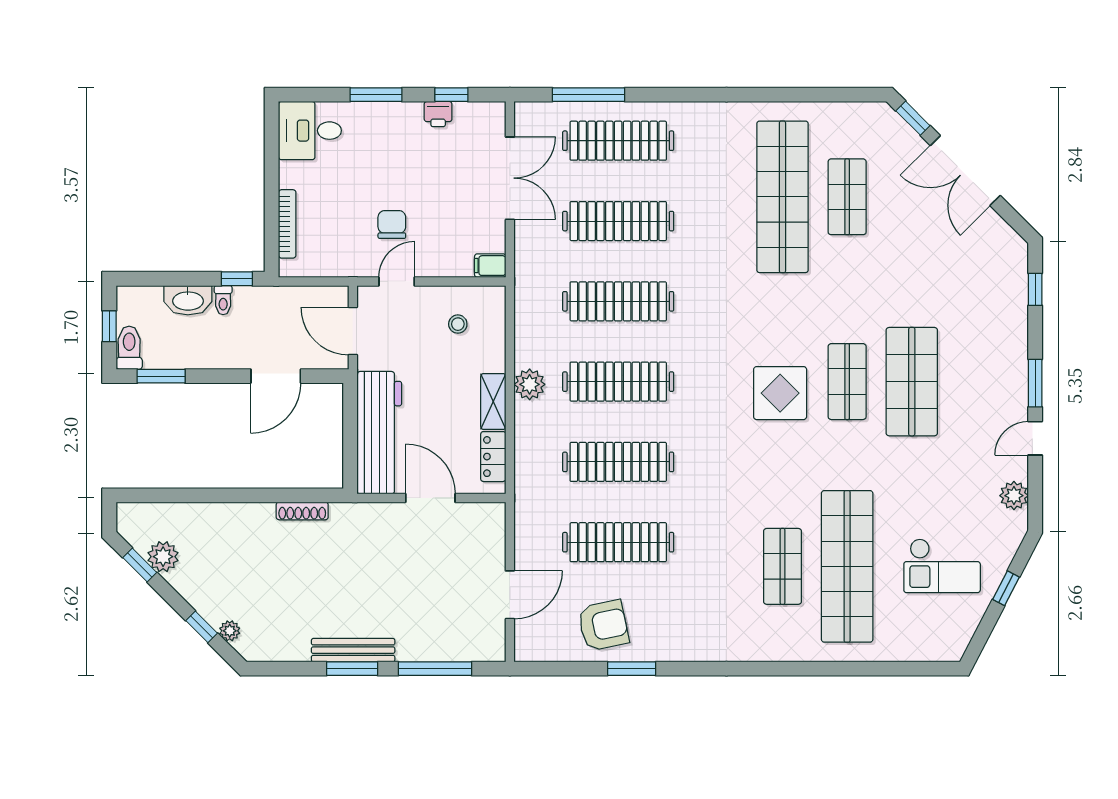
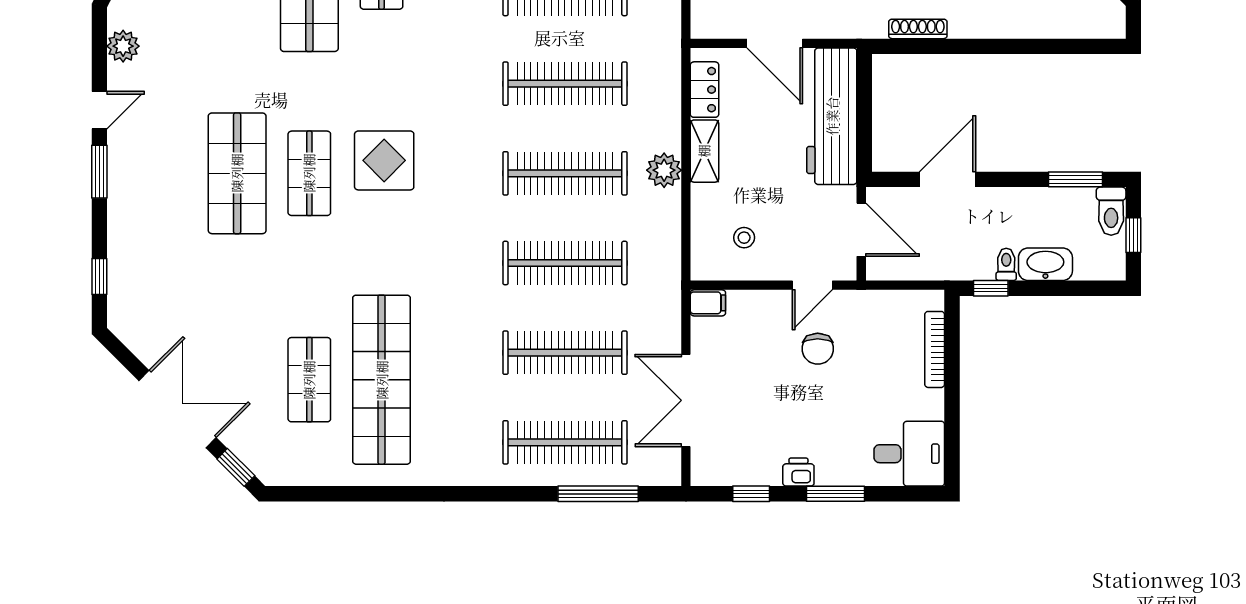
printer: (438, 114) -> (798, 472), moved

